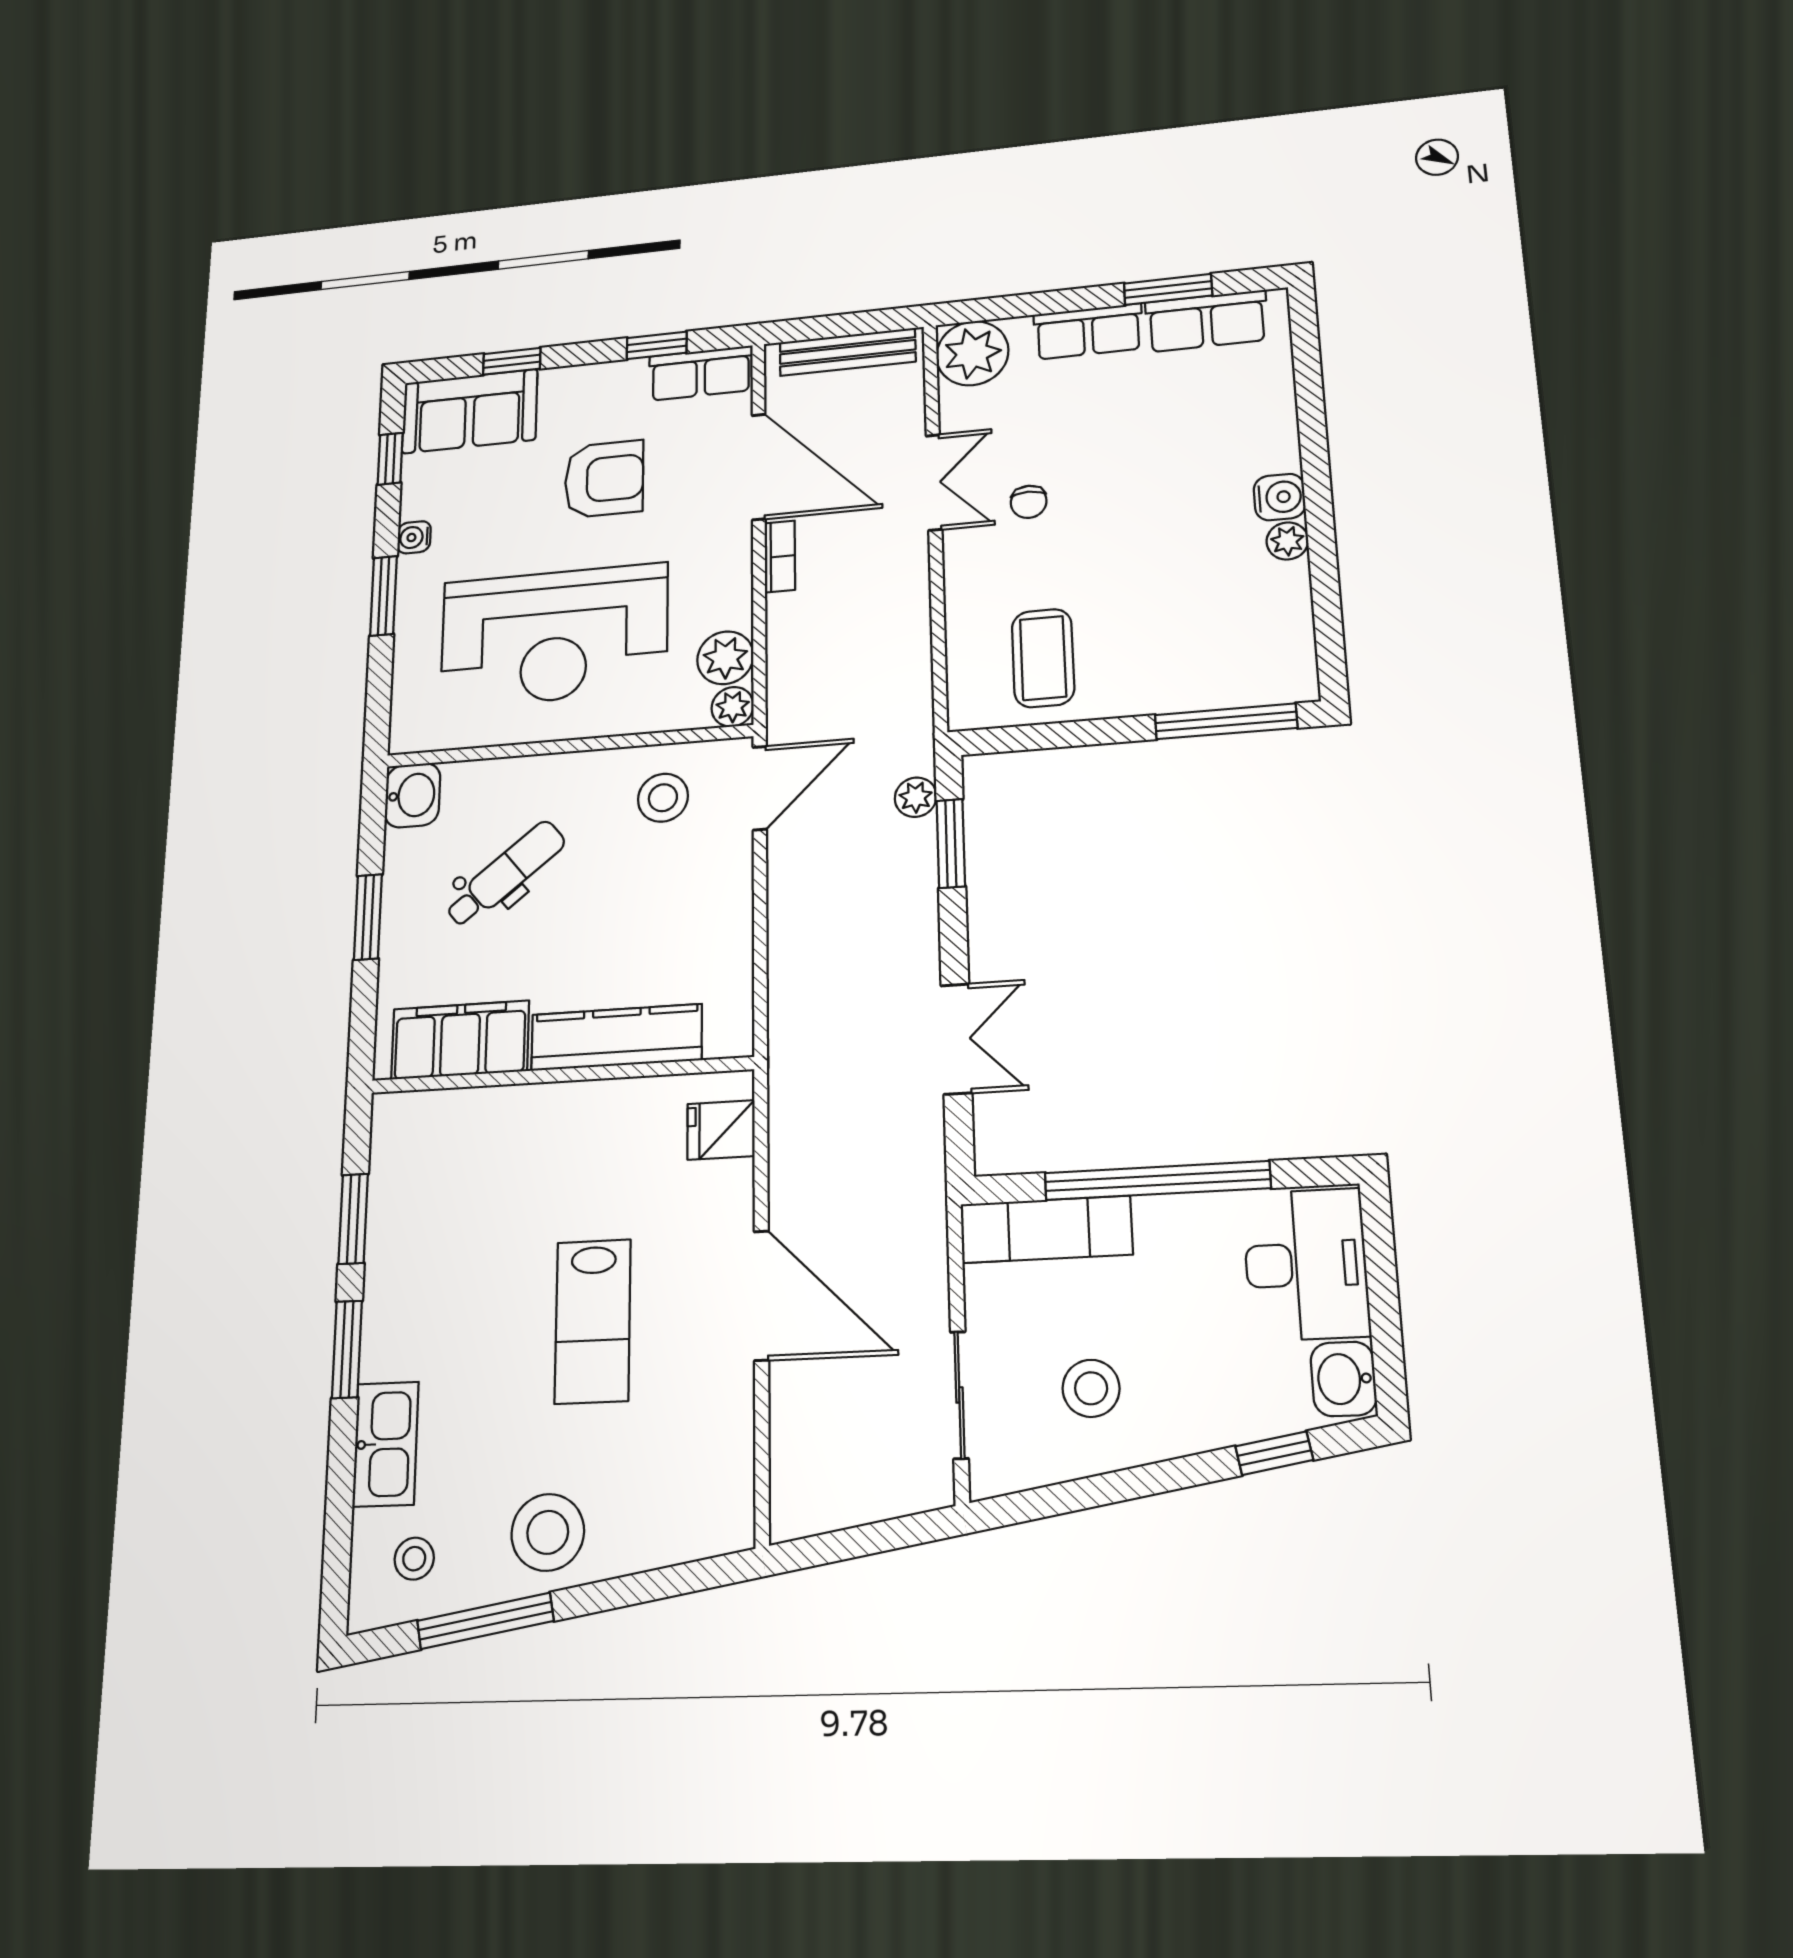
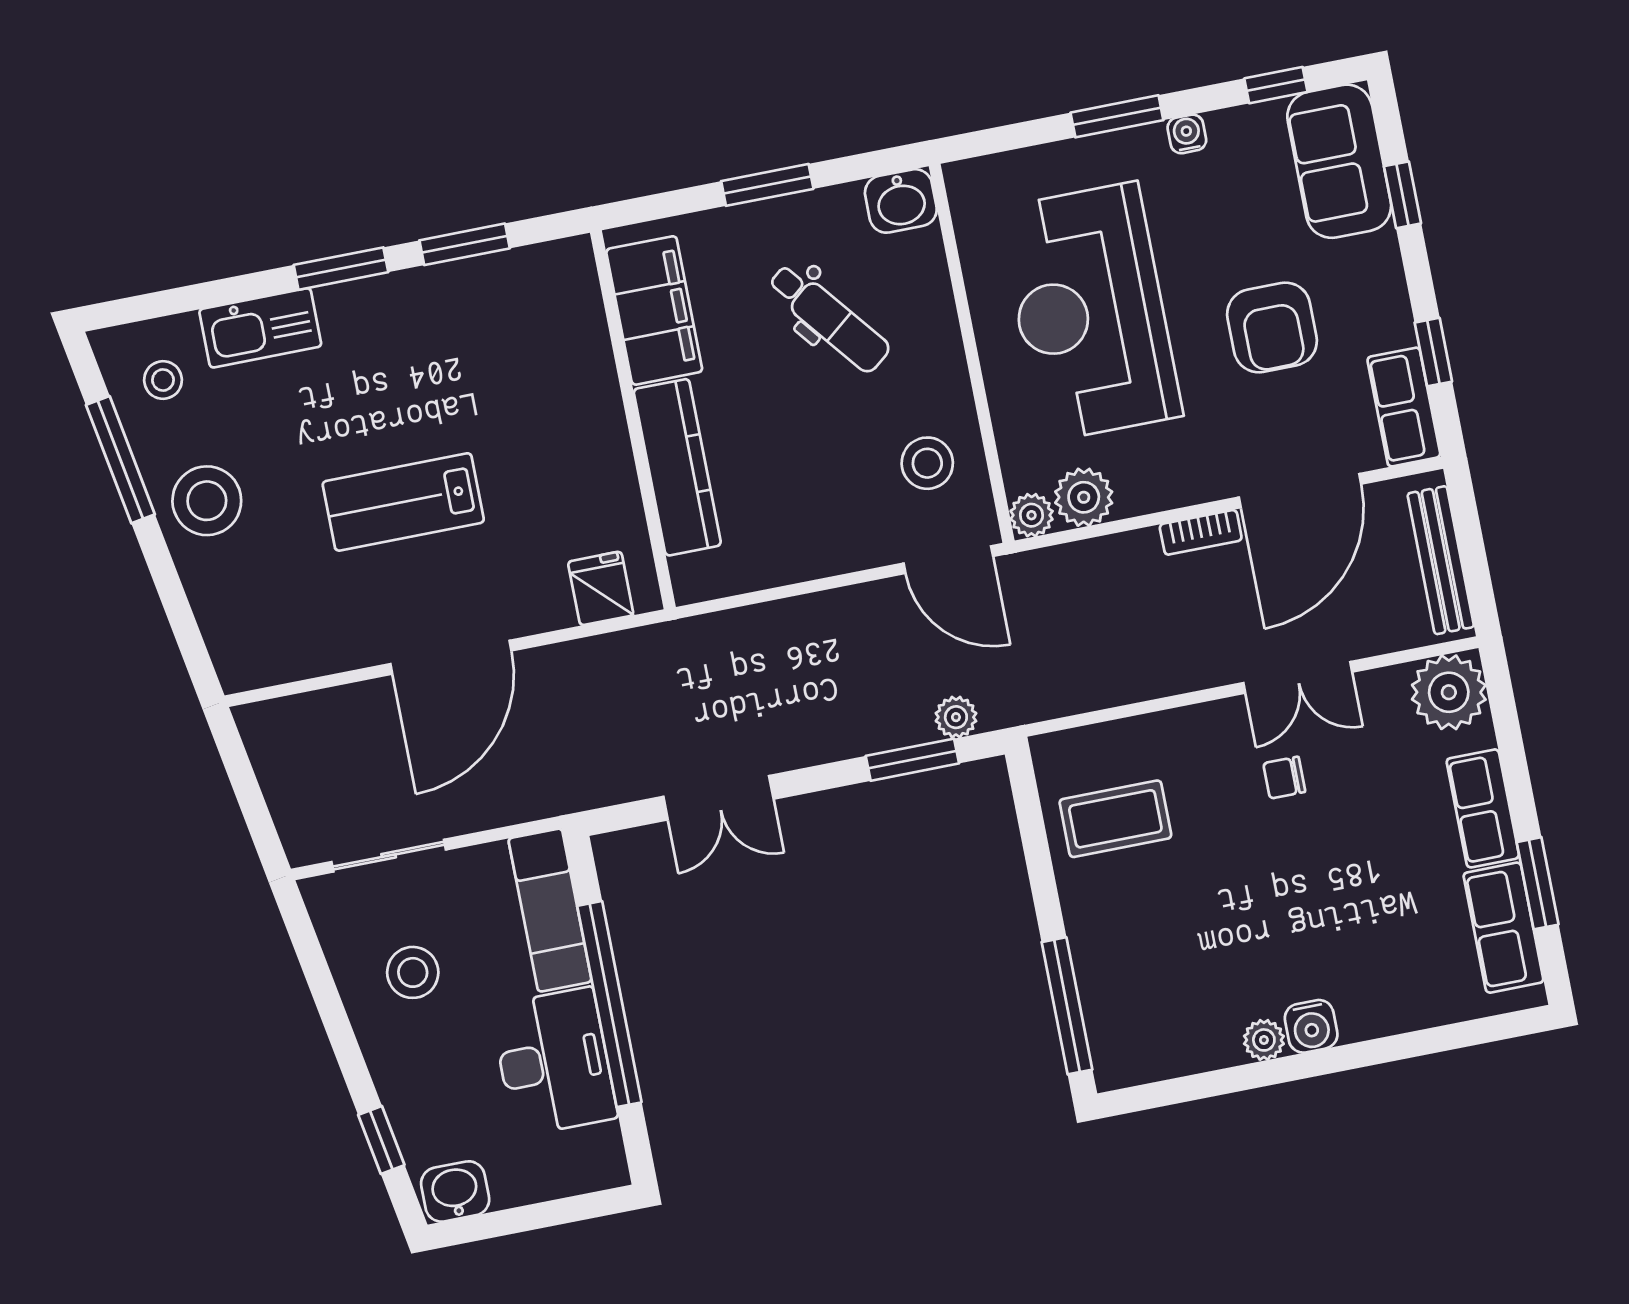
desk: (1306, 1264) -> (554, 1062), moved, turned -90

